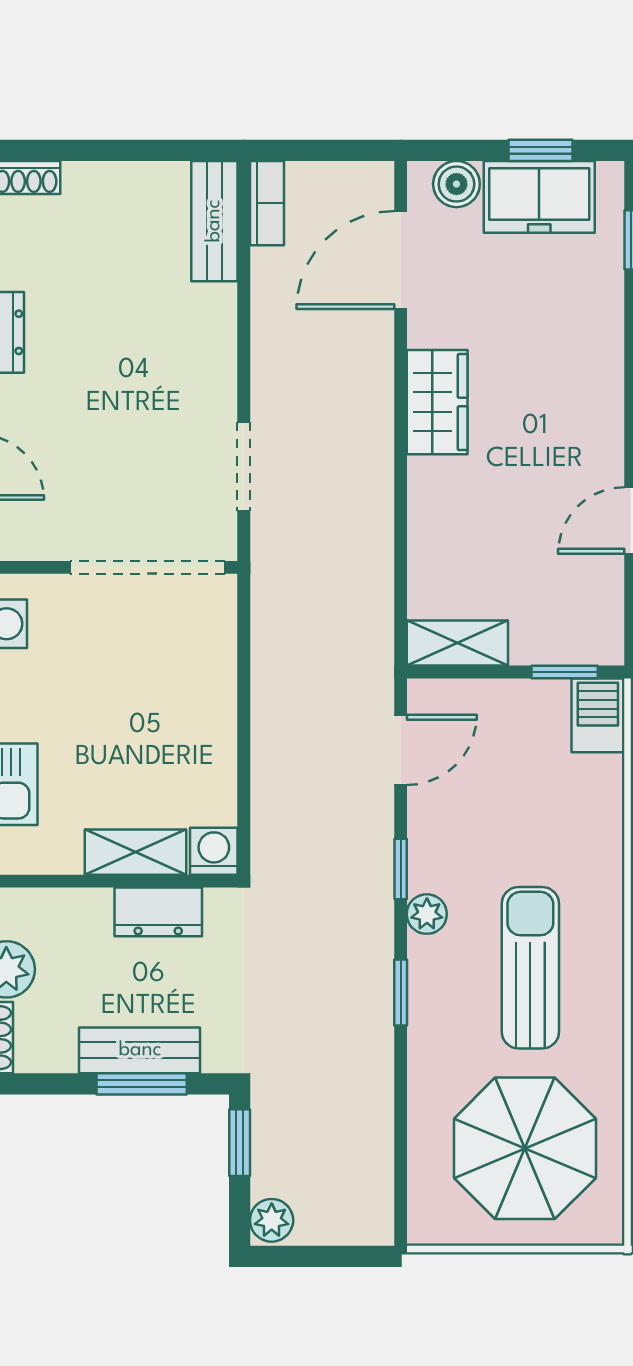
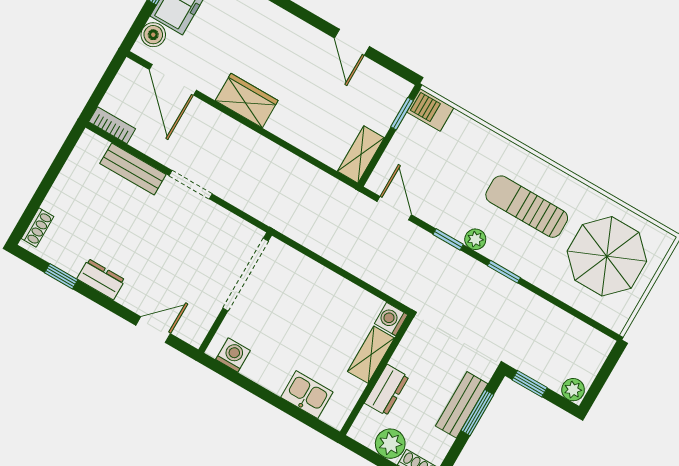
bench: (214, 221) -> (133, 169), moved
doorway: (244, 466) -> (191, 185), moved
dresser: (158, 912) -> (387, 390), moved

